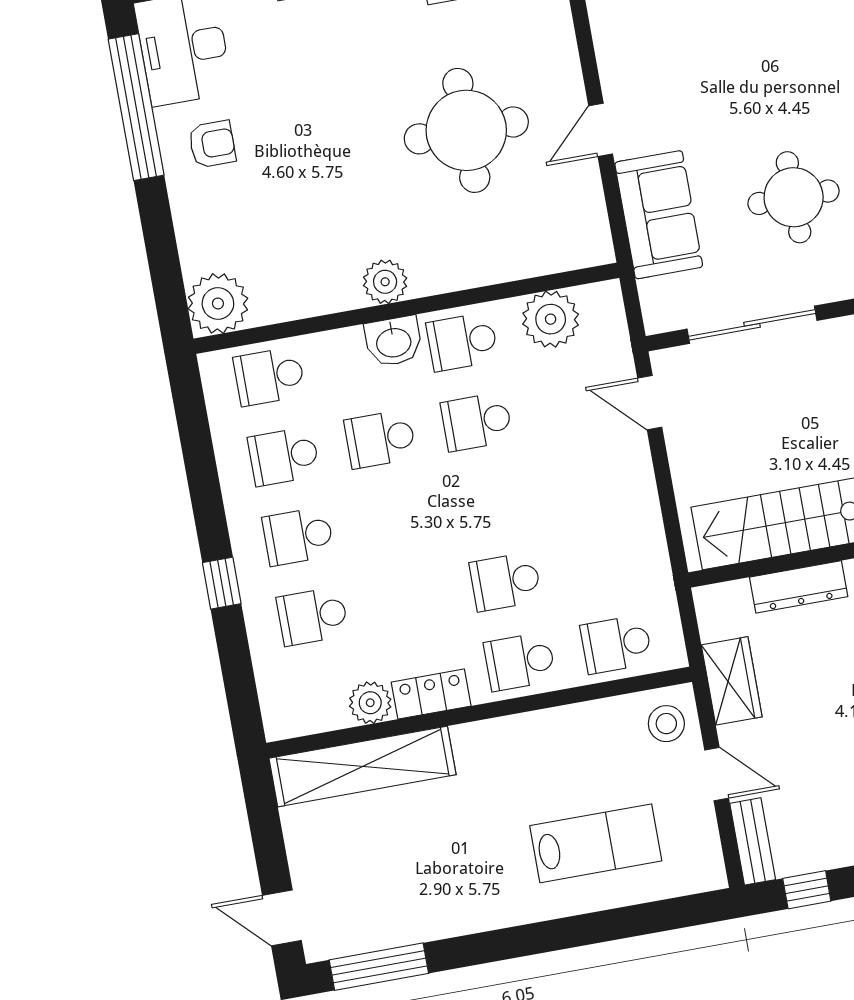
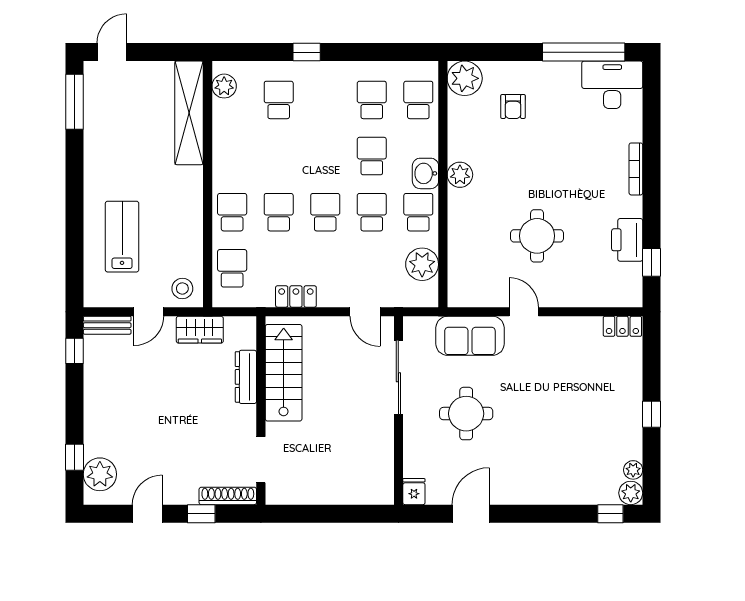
round table: (466, 130) -> (537, 236), width x0.73, depth x0.73
armchair: (212, 144) -> (513, 107), moved
door: (650, 403) -> (365, 312), swing flipped
school desk: (298, 536) -> (325, 212), moved
locker: (431, 694) -> (296, 296), moved, turned -90
plant: (370, 703) -> (224, 86), moved
lab bench: (596, 843) -> (122, 237), turned 180

